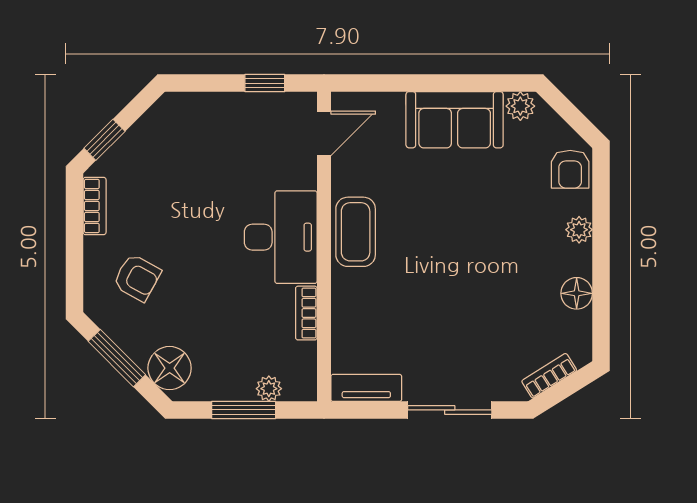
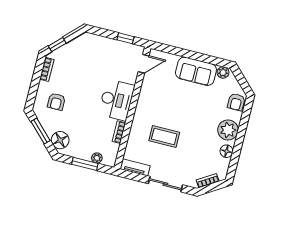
plant: (579, 230) -> (228, 130), width x1.87, depth x1.87
coffee table: (356, 232) -> (164, 136), moved, turned 90
armchair: (137, 278) -> (56, 102), turned 61

